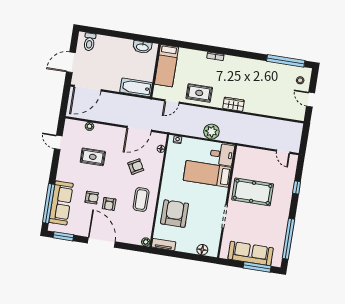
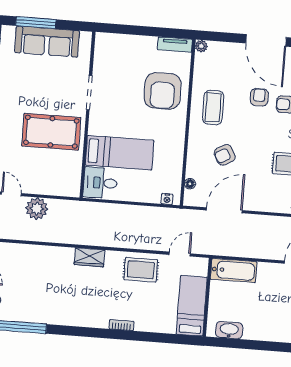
plant: (211, 132) -> (37, 209), moved
floor lamp: (202, 250) -> (118, 41), removed

